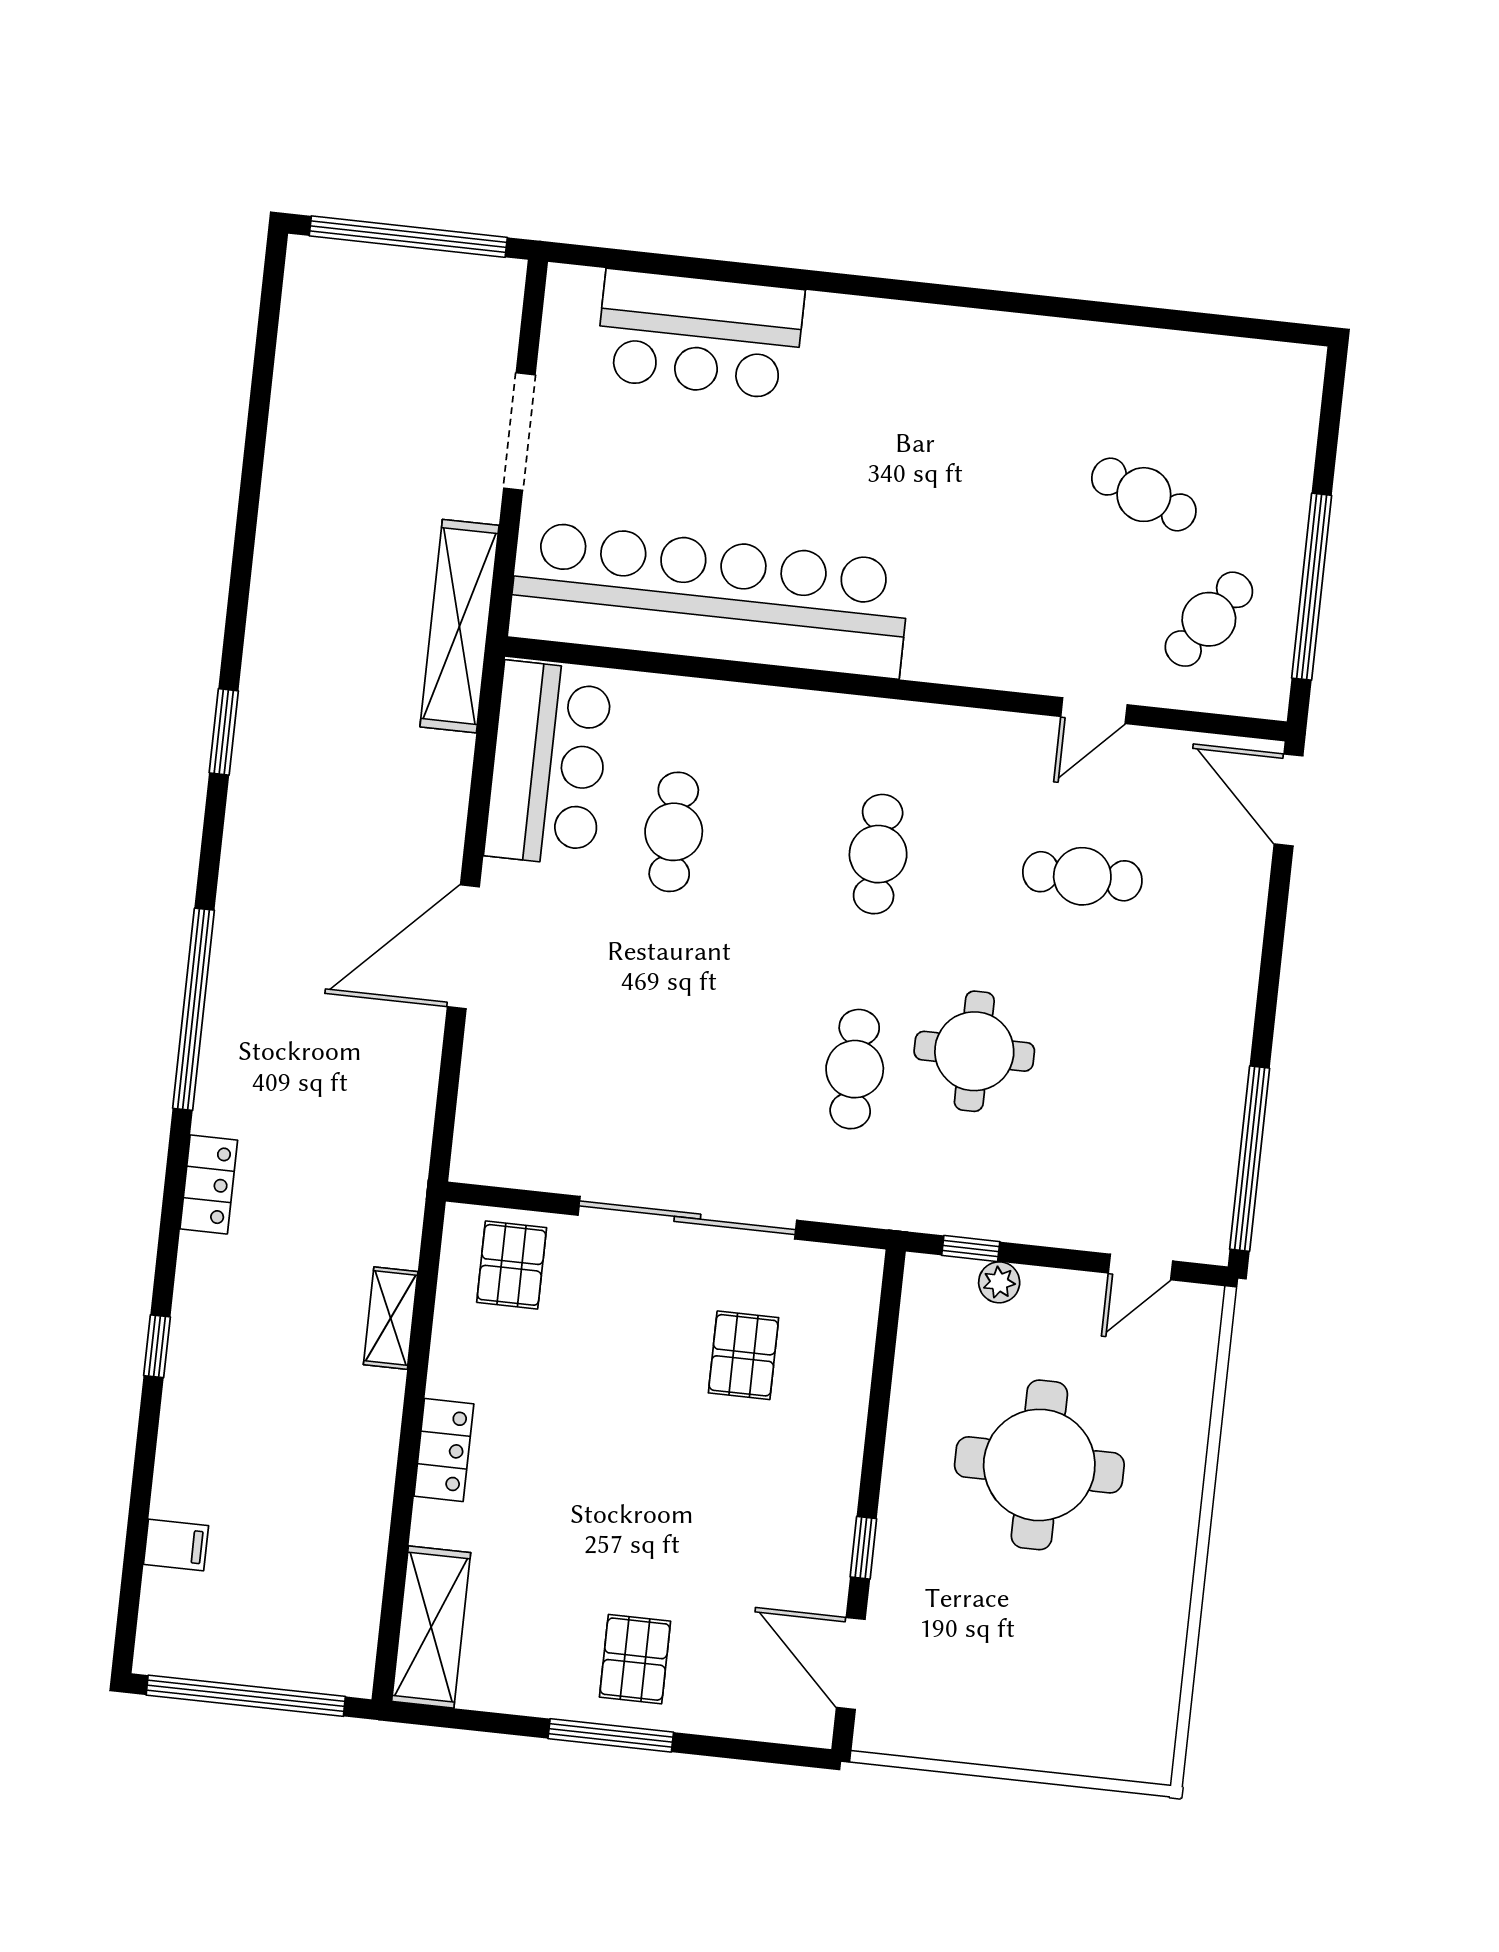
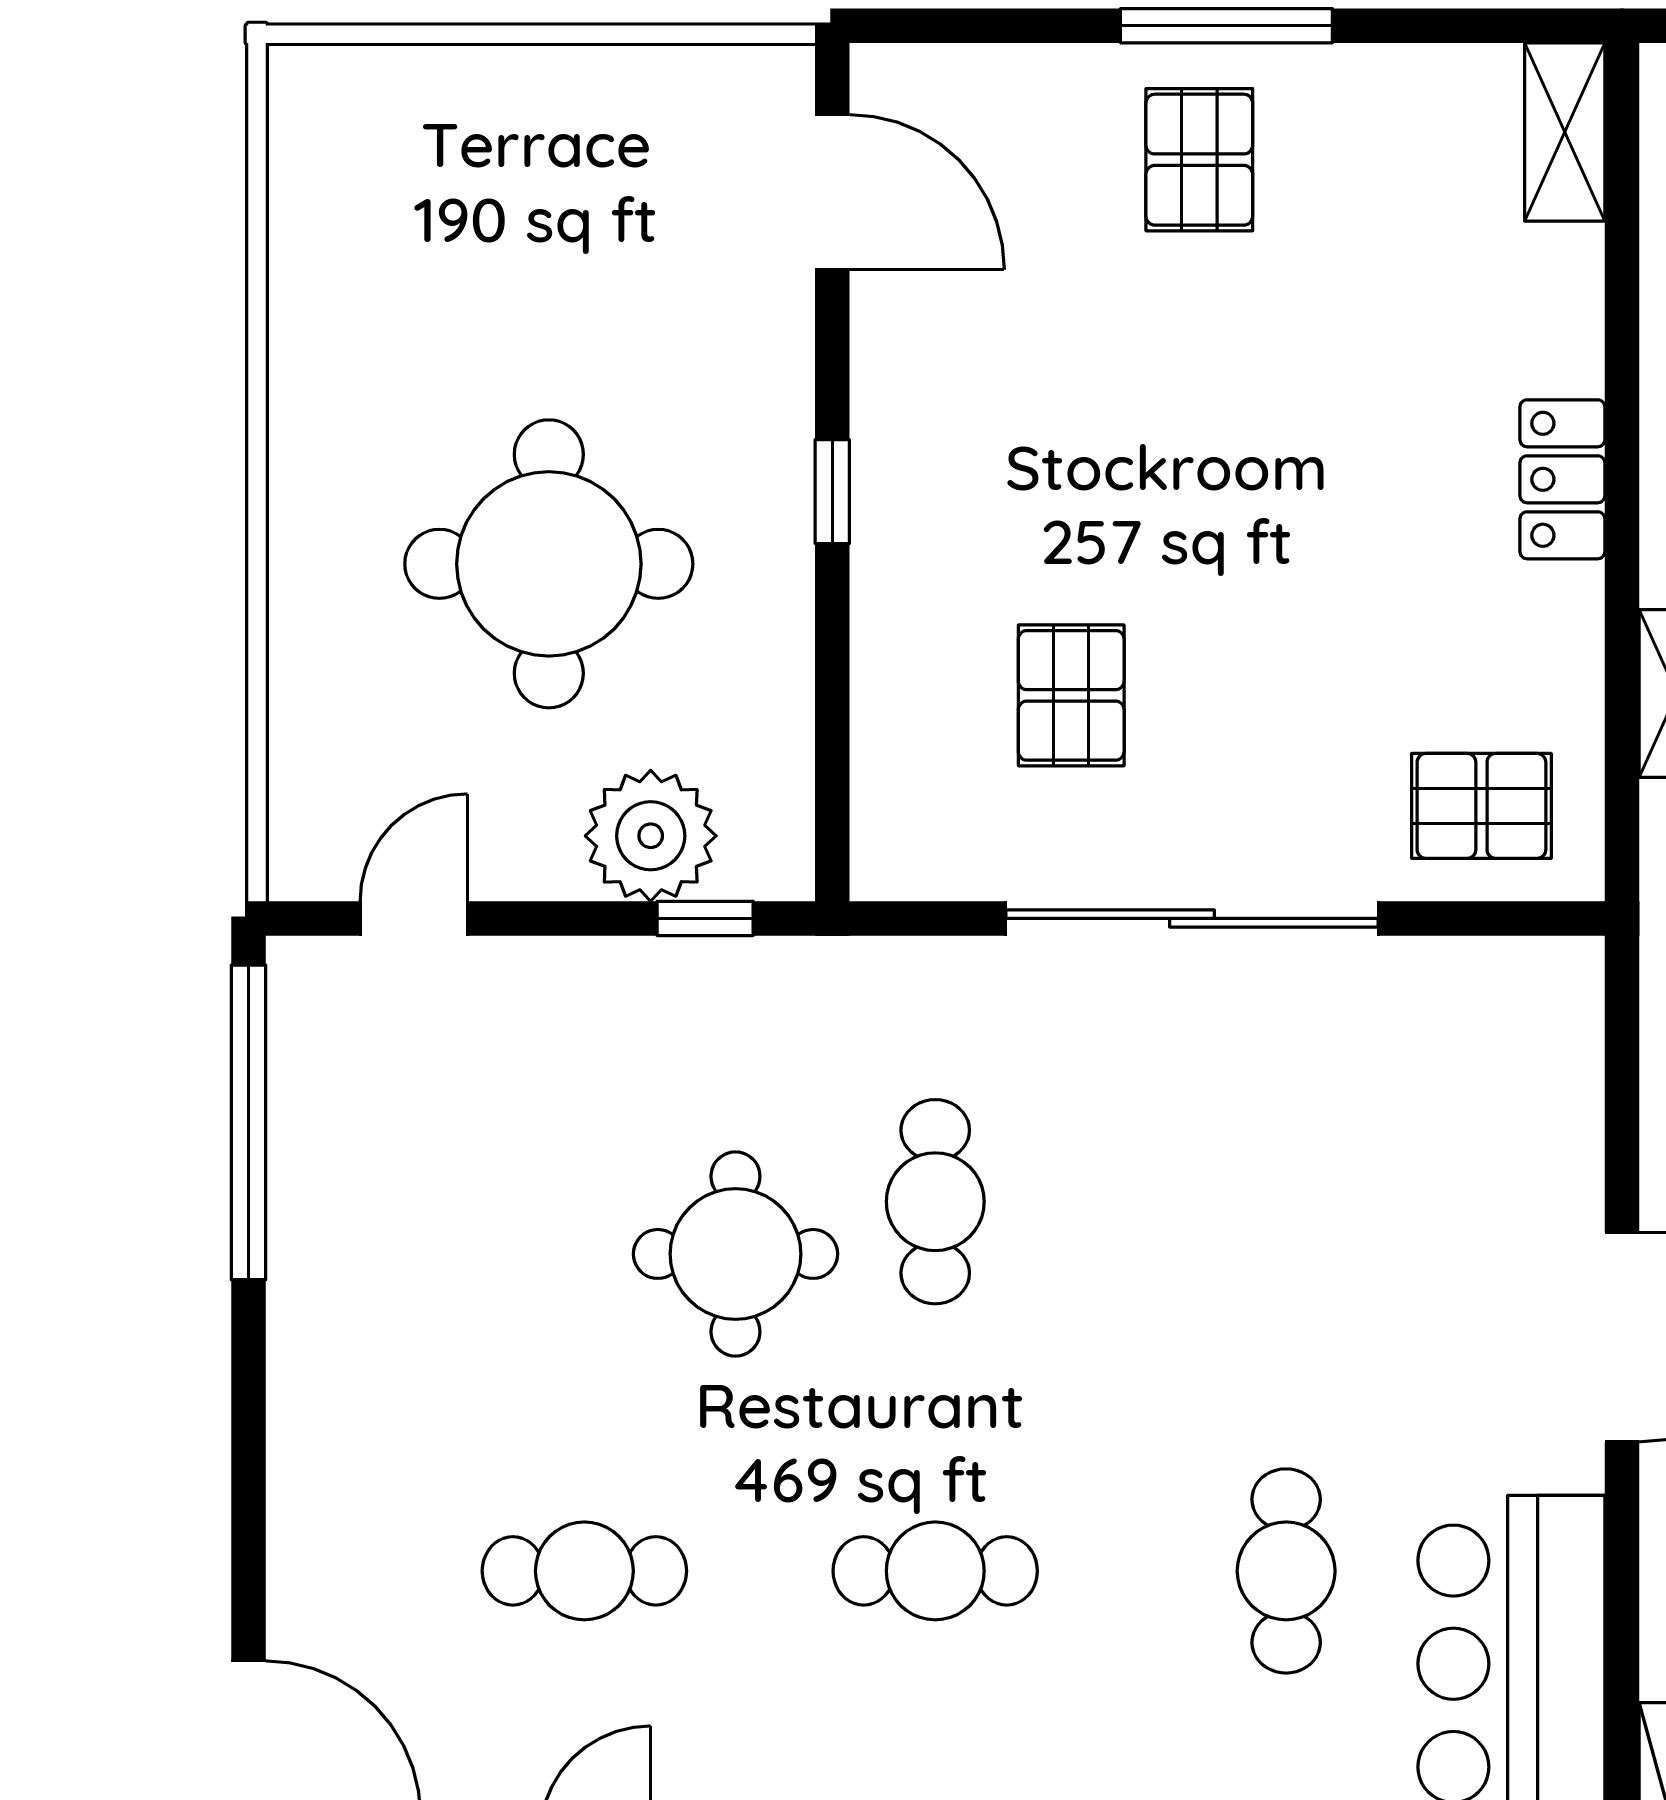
cafe table: (878, 854) -> (935, 1571), turned 90
pallet: (512, 1265) -> (1481, 806), turned 90
plant: (999, 1282) -> (651, 836), width x1.87, depth x1.87
window: (863, 1548) -> (832, 492), moved
shelving: (431, 1627) -> (1565, 132), width x0.67, depth x0.75

